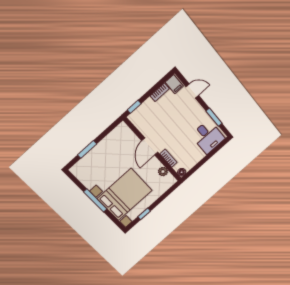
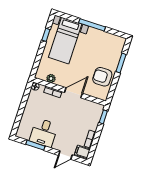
desk: (208, 137) -> (44, 133), moved, turned -90
armchair: (113, 146) -> (102, 77), added
door: (150, 146) -> (73, 93), hinge flipped
bed with nightstands: (125, 194) -> (65, 41), width x0.73

